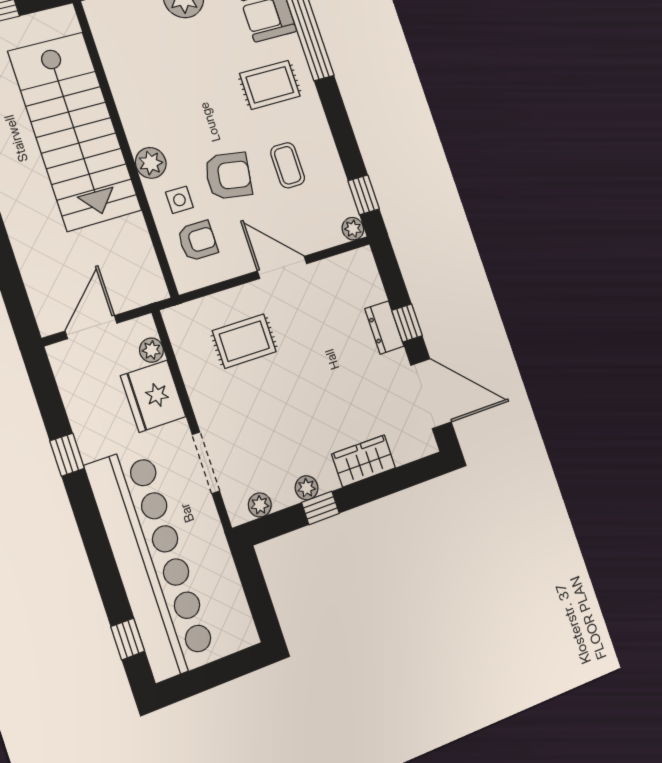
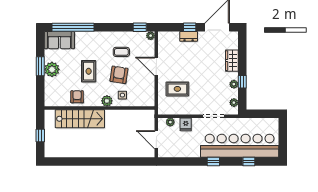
rug: (270, 85) -> (89, 71), moved
stairs: (75, 131) -> (80, 119), width x0.73, depth x0.66
armchair: (198, 241) -> (77, 97), moved
door: (282, 267) -> (156, 66), hinge flipped
rug: (244, 341) -> (177, 89), turned 90
fridge: (153, 396) -> (186, 124), width x0.53, depth x0.75
window: (67, 455) -> (213, 162), moved
window: (128, 639) -> (249, 162), moved

